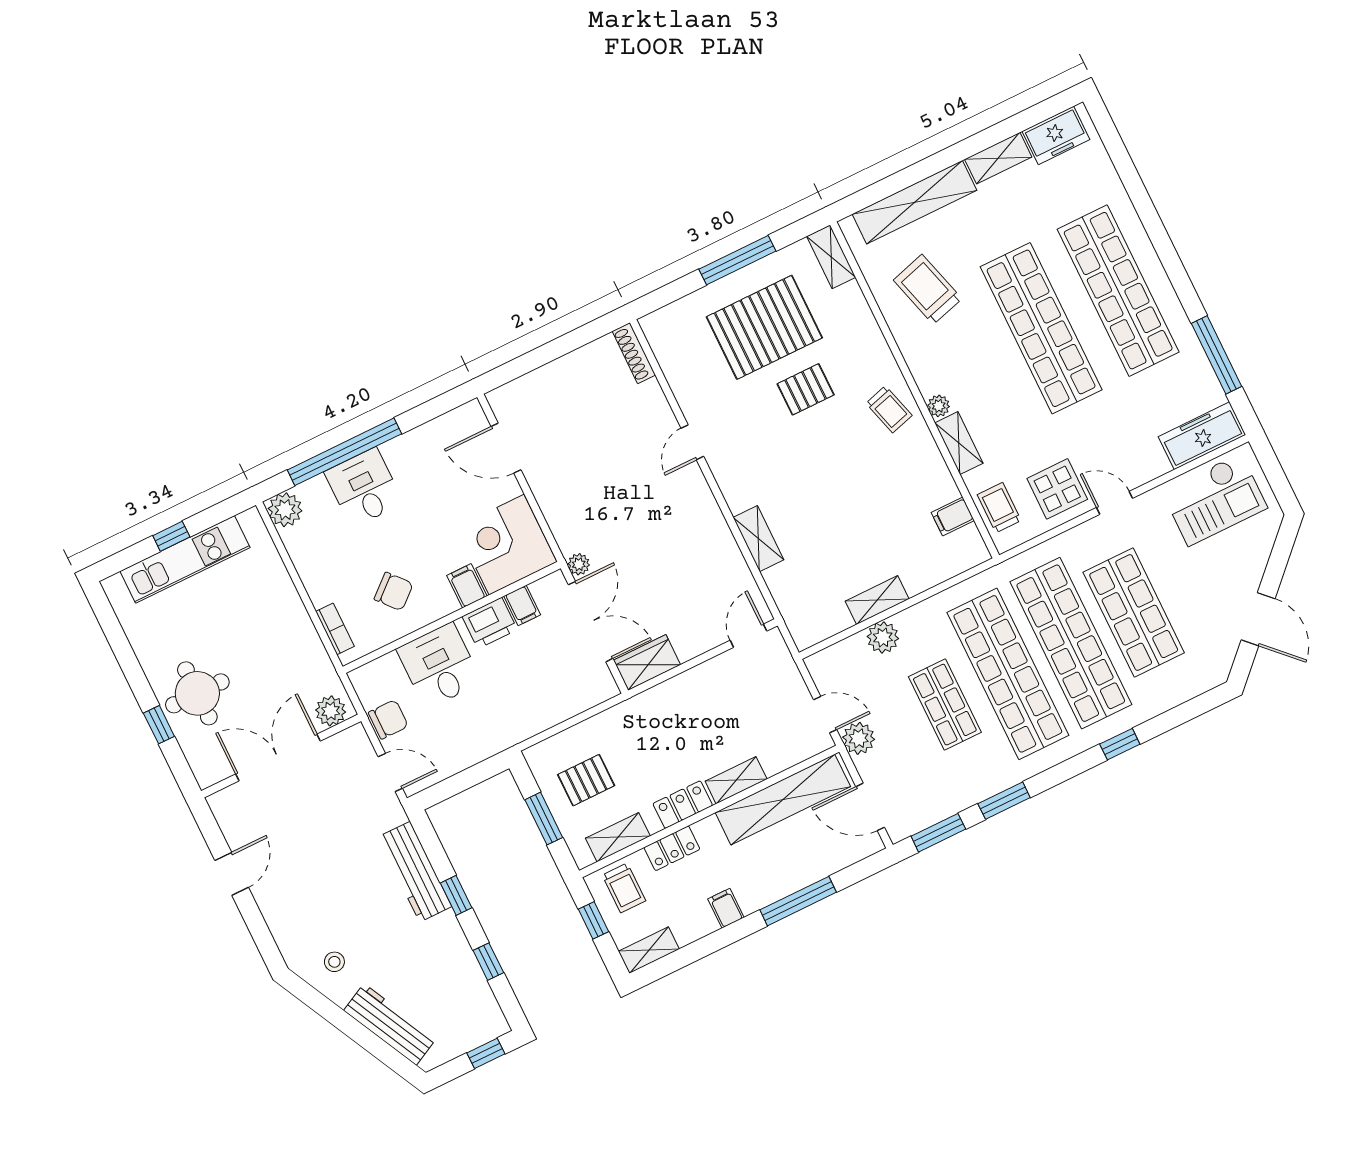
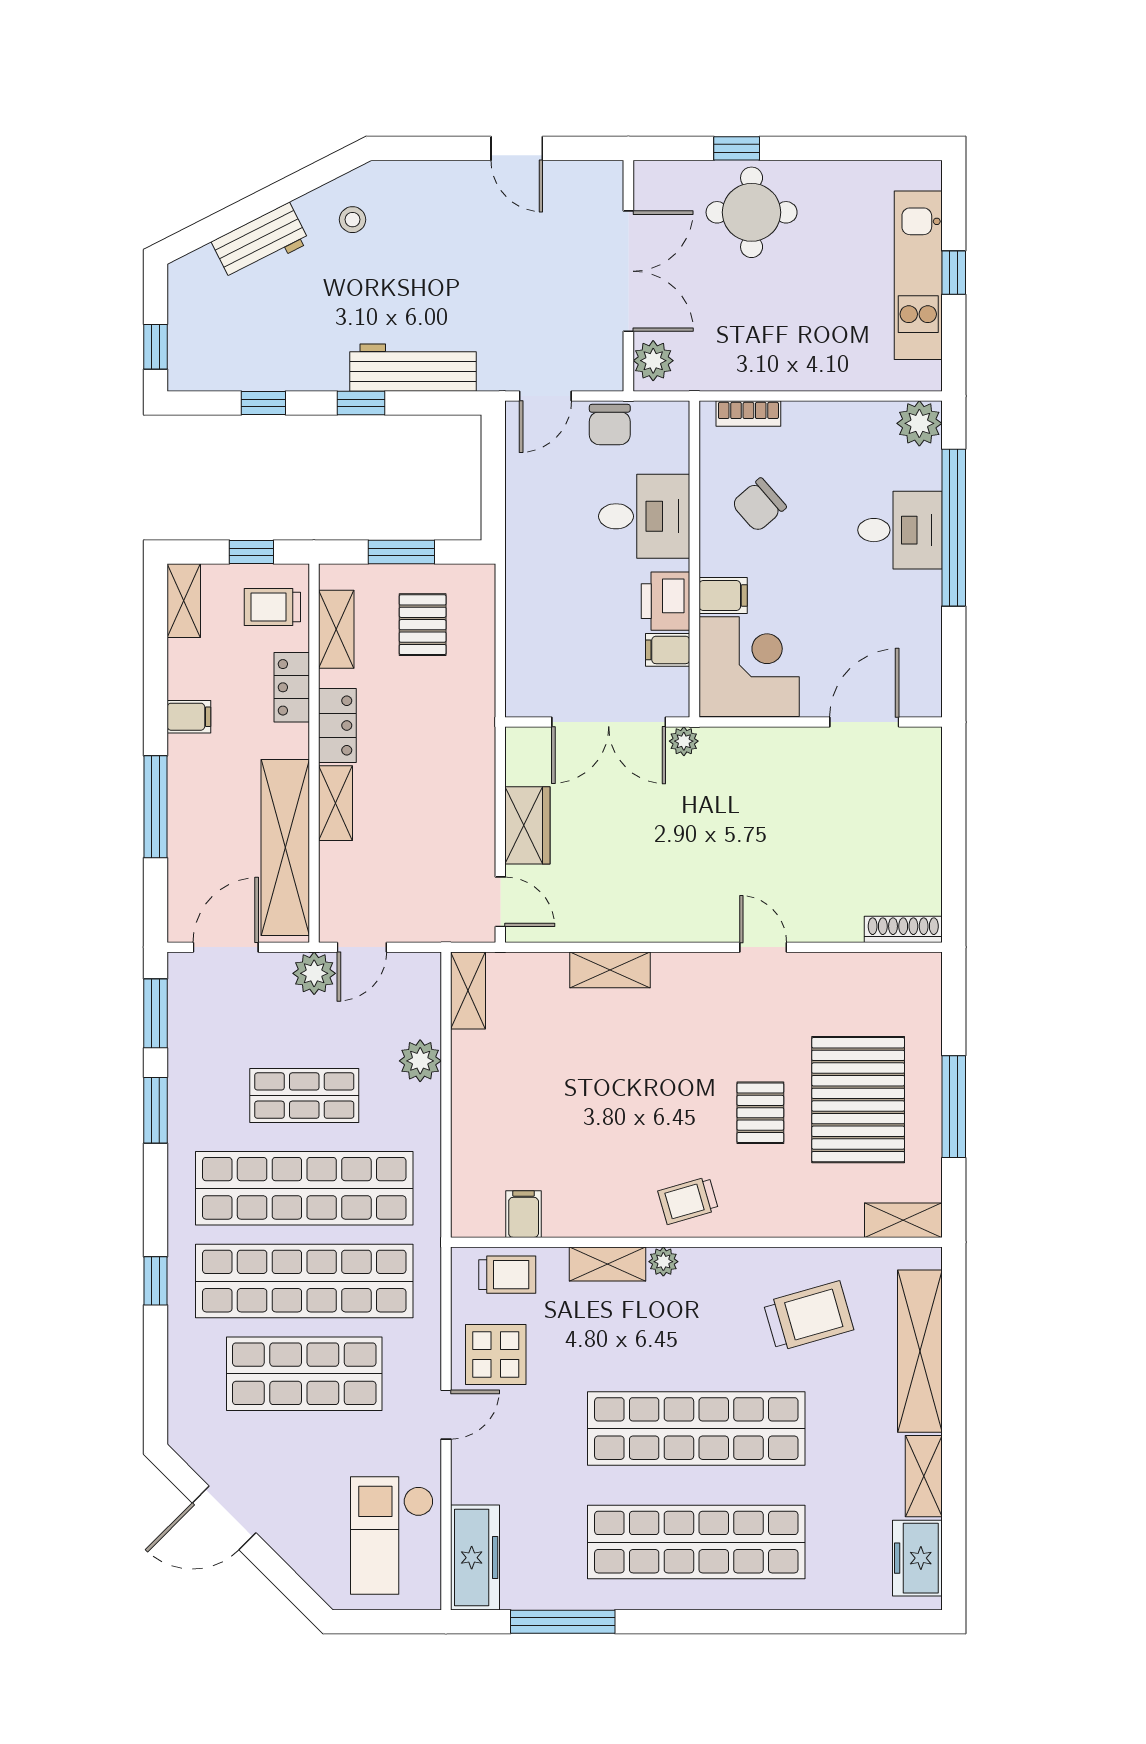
shelving: (877, 600) -> (468, 991), moved
wardrobe: (647, 662) -> (527, 825), moved
workbench: (390, 1024) -> (260, 242), width x0.73

